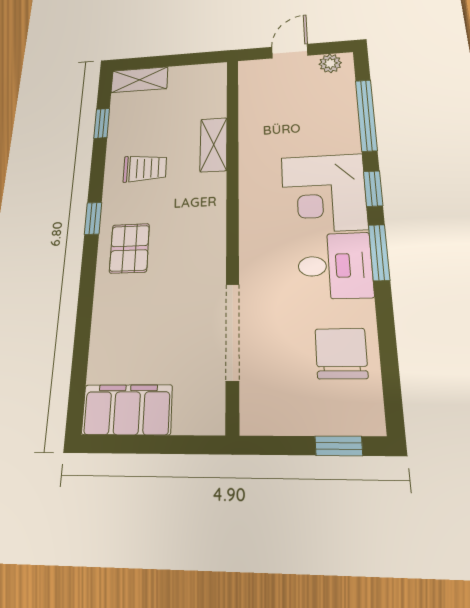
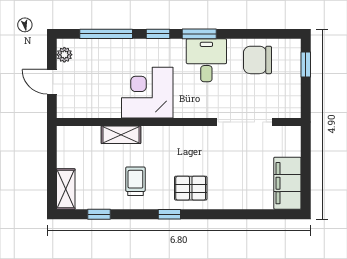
corner desk: (324, 193) -> (147, 93), moved, turned 180

